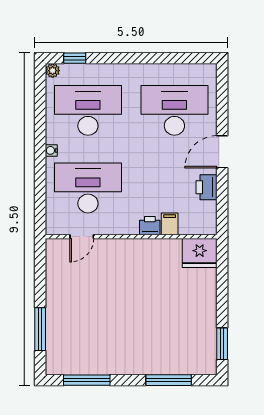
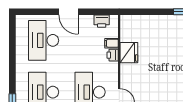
printer: (206, 187) -> (102, 21), moved
fridge: (200, 253) -> (129, 53), moved

